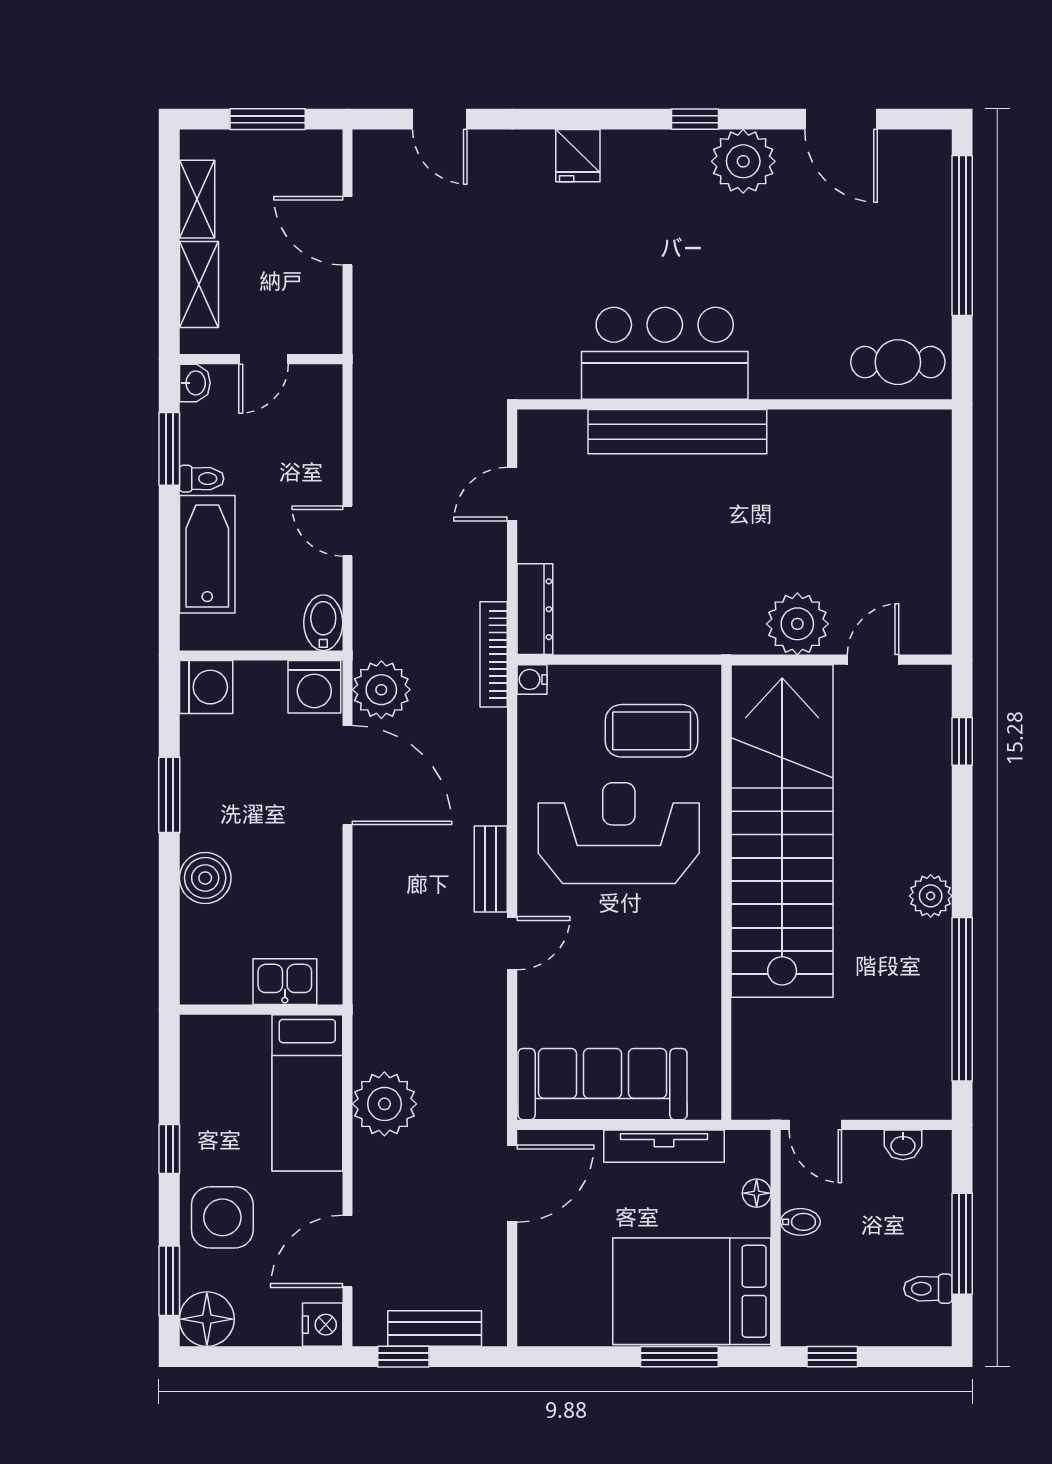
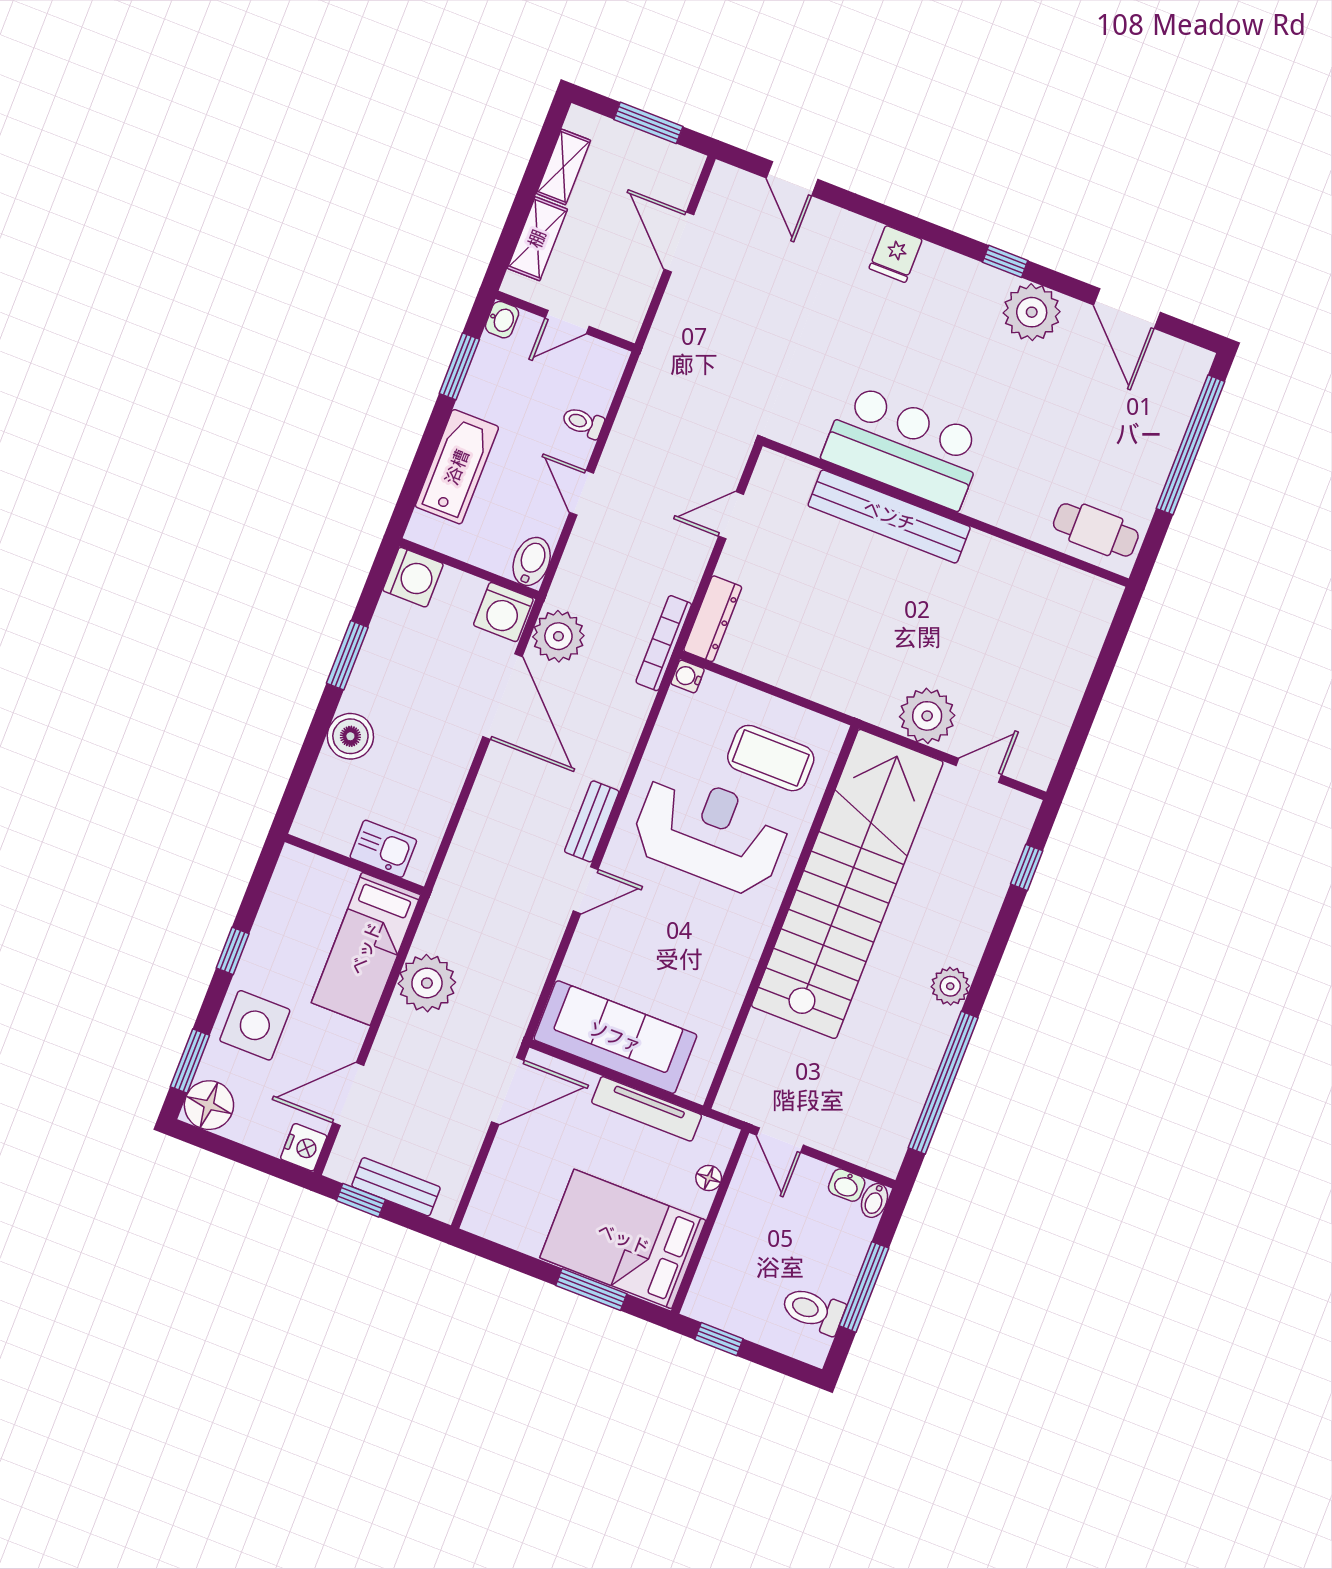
toilet: (202, 479) -> (583, 423), moved, turned 180
bidet: (800, 1222) -> (874, 1200), moved, turned 90
toilet: (928, 1289) -> (813, 1310), width x1.37, depth x1.39

